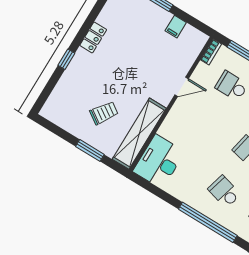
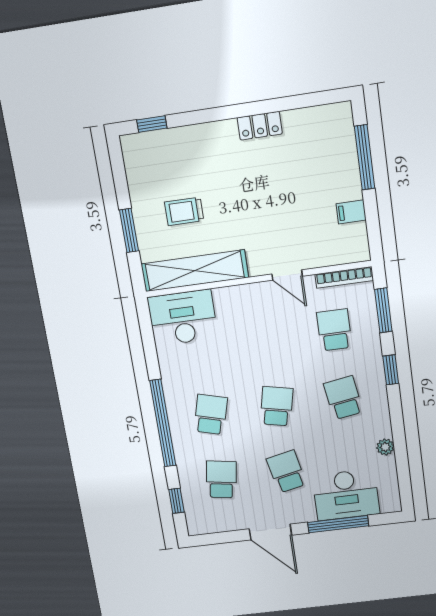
bookcase: (211, 52) -> (344, 277), width x1.56
window: (66, 59) -> (152, 124), moved
trolley: (104, 113) -> (184, 211), turned 146

